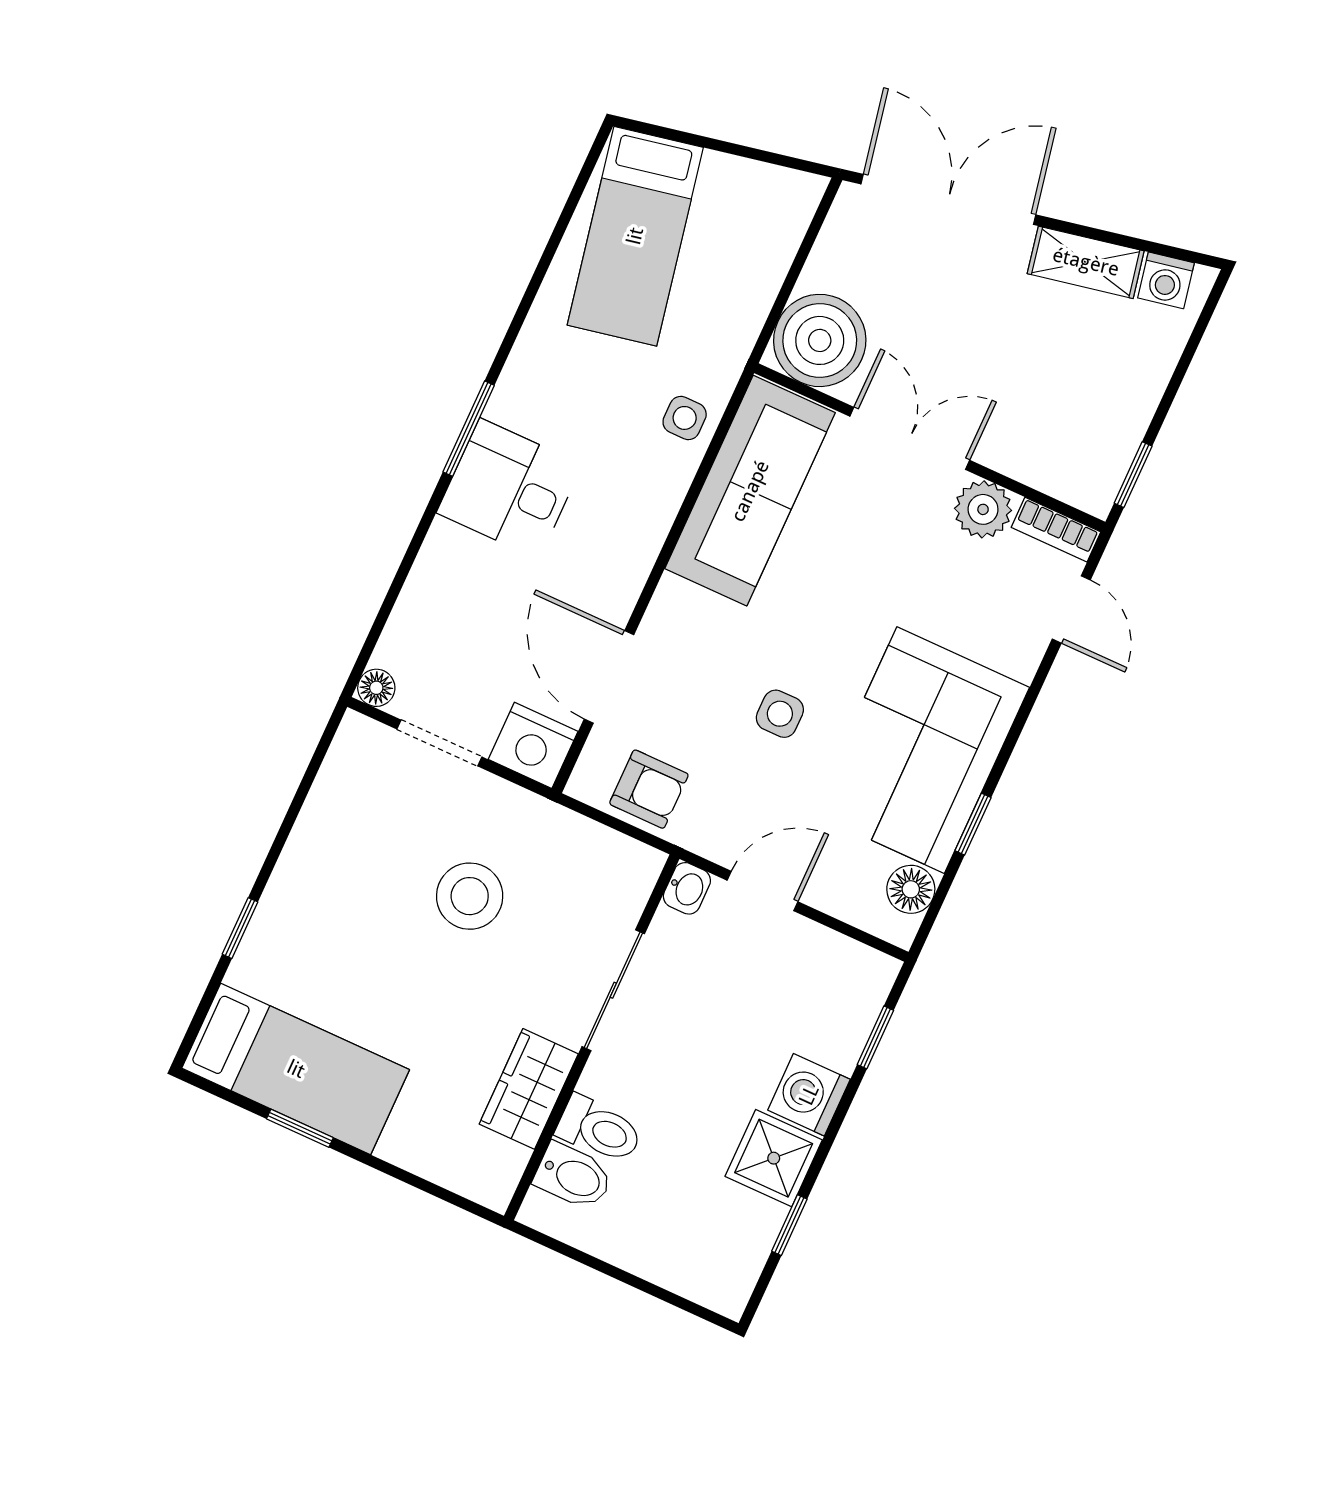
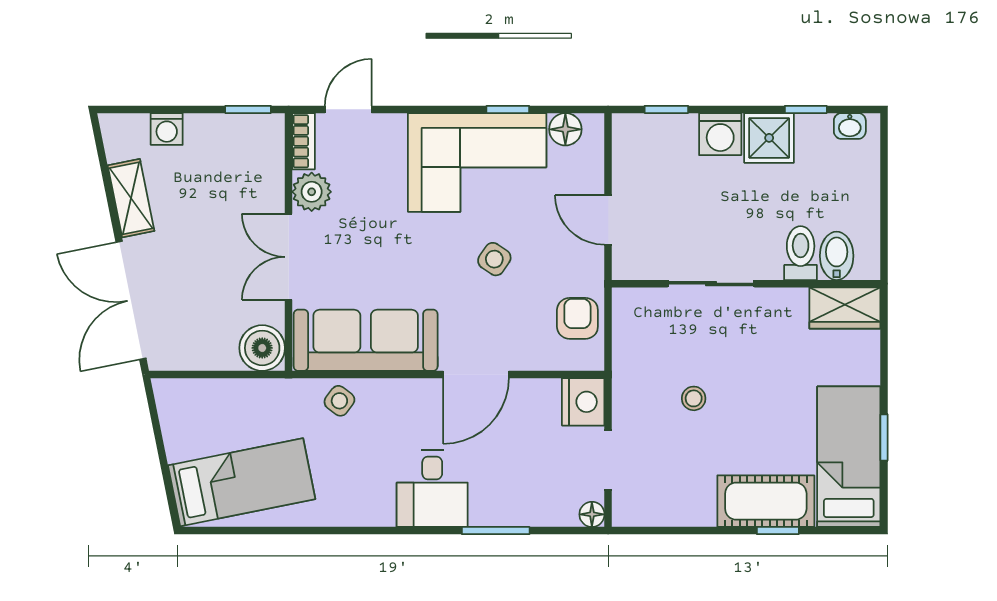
washing machine: (1166, 280) -> (167, 129), moved, turned 101
boiler: (820, 340) -> (262, 348), width x0.73, depth x0.73
side table: (685, 418) -> (339, 401), turned 37
window: (469, 429) -> (496, 531), moved
door: (609, 677) -> (476, 374), moved
side table: (780, 714) -> (494, 259), turned 34
washbasin: (687, 888) -> (850, 126), moved, turned 180
stool: (470, 896) -> (694, 398), width x0.53, depth x0.53
cot: (287, 930) -> (766, 501), added
wardrobe: (529, 1089) -> (845, 308), moved

